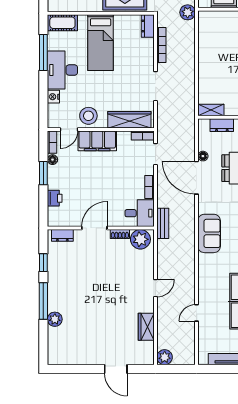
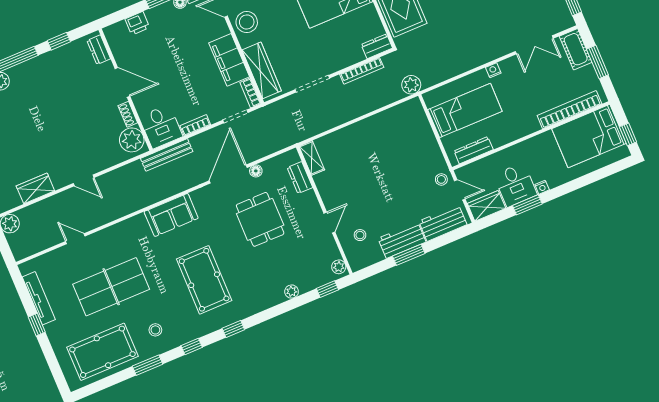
filing cabinet: (97, 141) -> (229, 60), moved
bench: (163, 223) -> (167, 155), width x1.36

